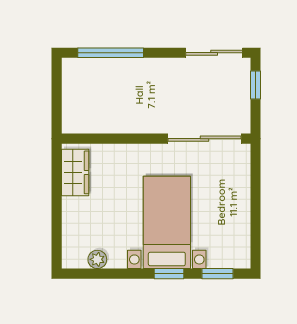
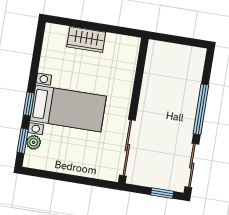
window: (111, 53) -> (201, 109), moved
wardrobe: (75, 172) -> (86, 40), moved
plant: (97, 259) -> (34, 142), moved

